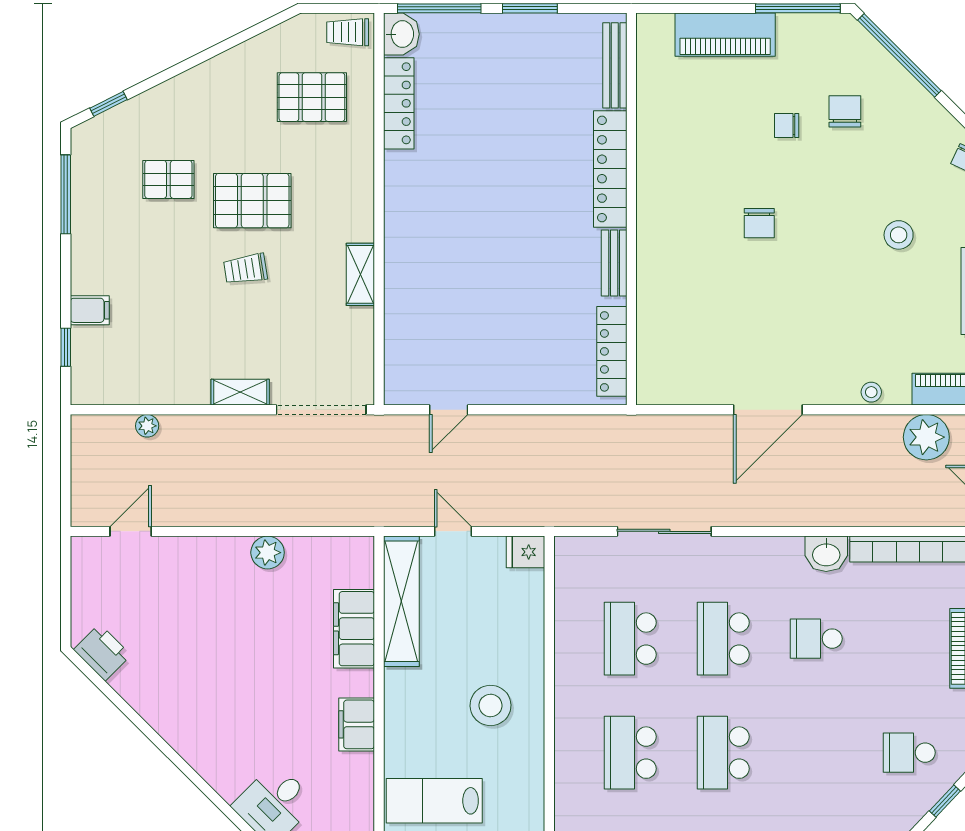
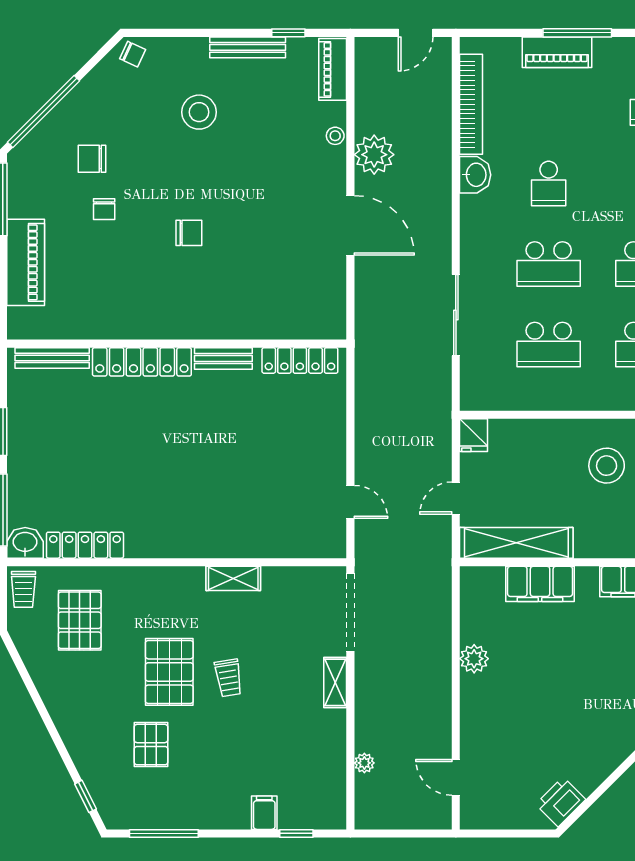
stool: (899, 235) -> (199, 112), width x1.38, depth x1.38
plant: (926, 437) -> (374, 155), moved

